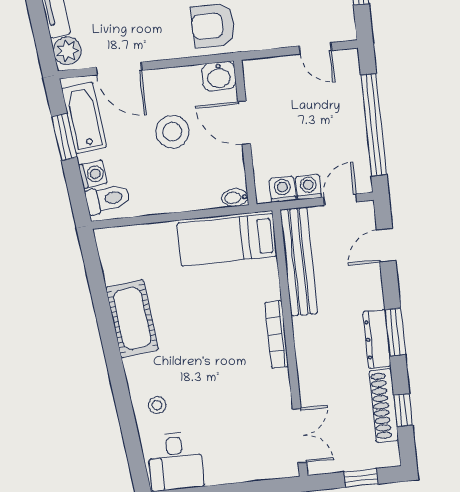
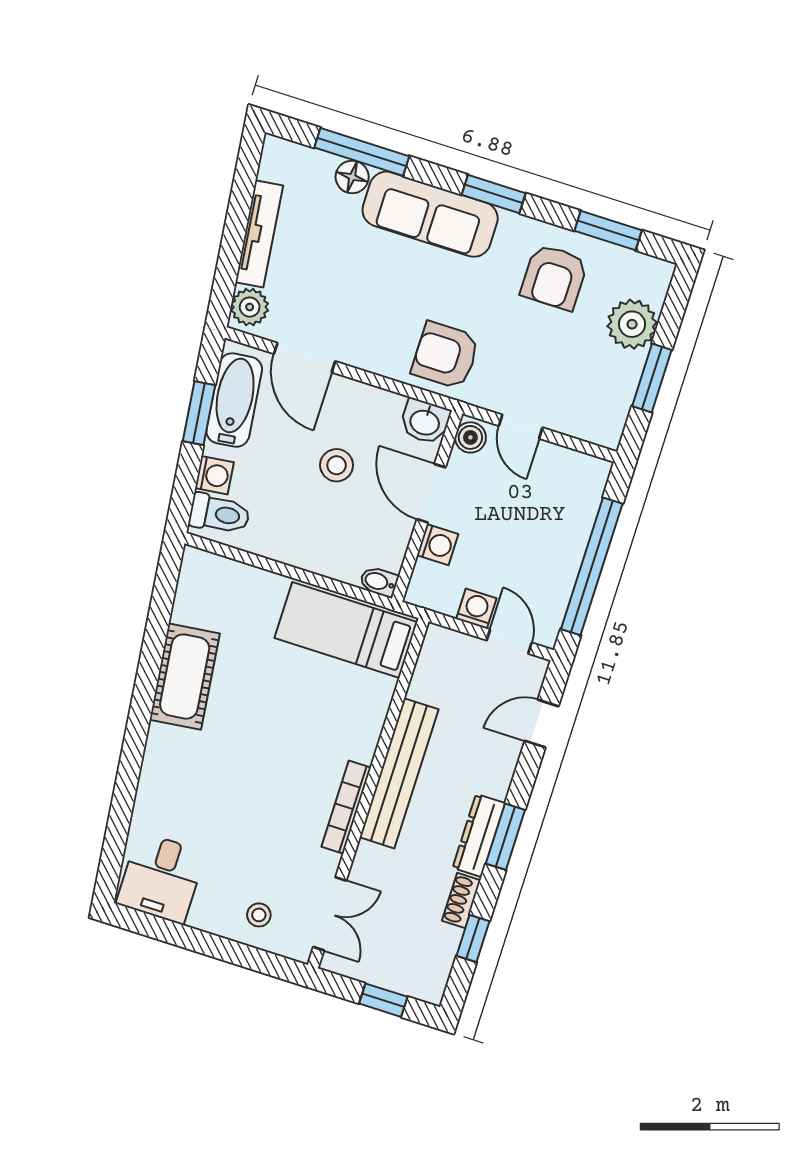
door: (315, 48) -> (521, 427), moved
boiler: (254, 74) -> (470, 437), added
stool: (172, 132) -> (337, 465), width x0.73, depth x0.73
washing machine: (283, 189) -> (438, 545), moved, turned 90
door: (340, 200) -> (509, 641), hinge flipped
bench: (299, 262) -> (399, 773), moved
bookcase: (277, 334) -> (346, 807), moved
stool: (157, 405) -> (259, 915), moved
shoe rack: (384, 406) -> (461, 900), width x0.51, depth x0.81

